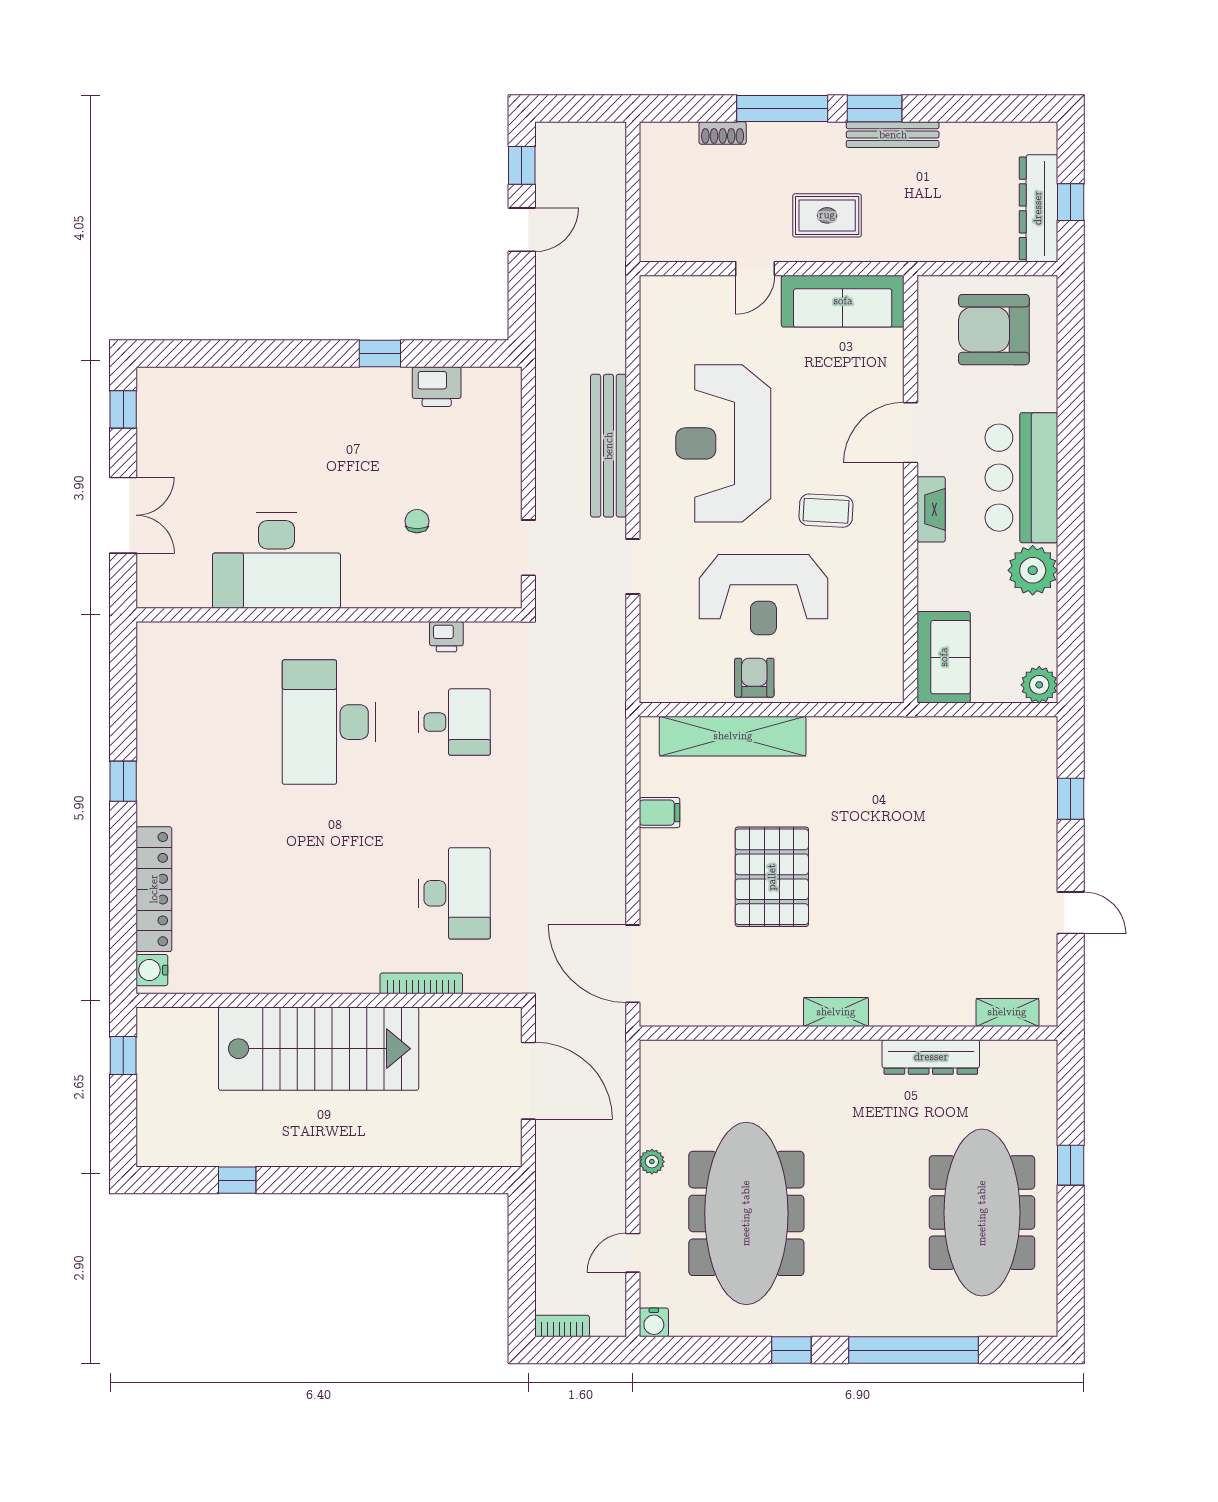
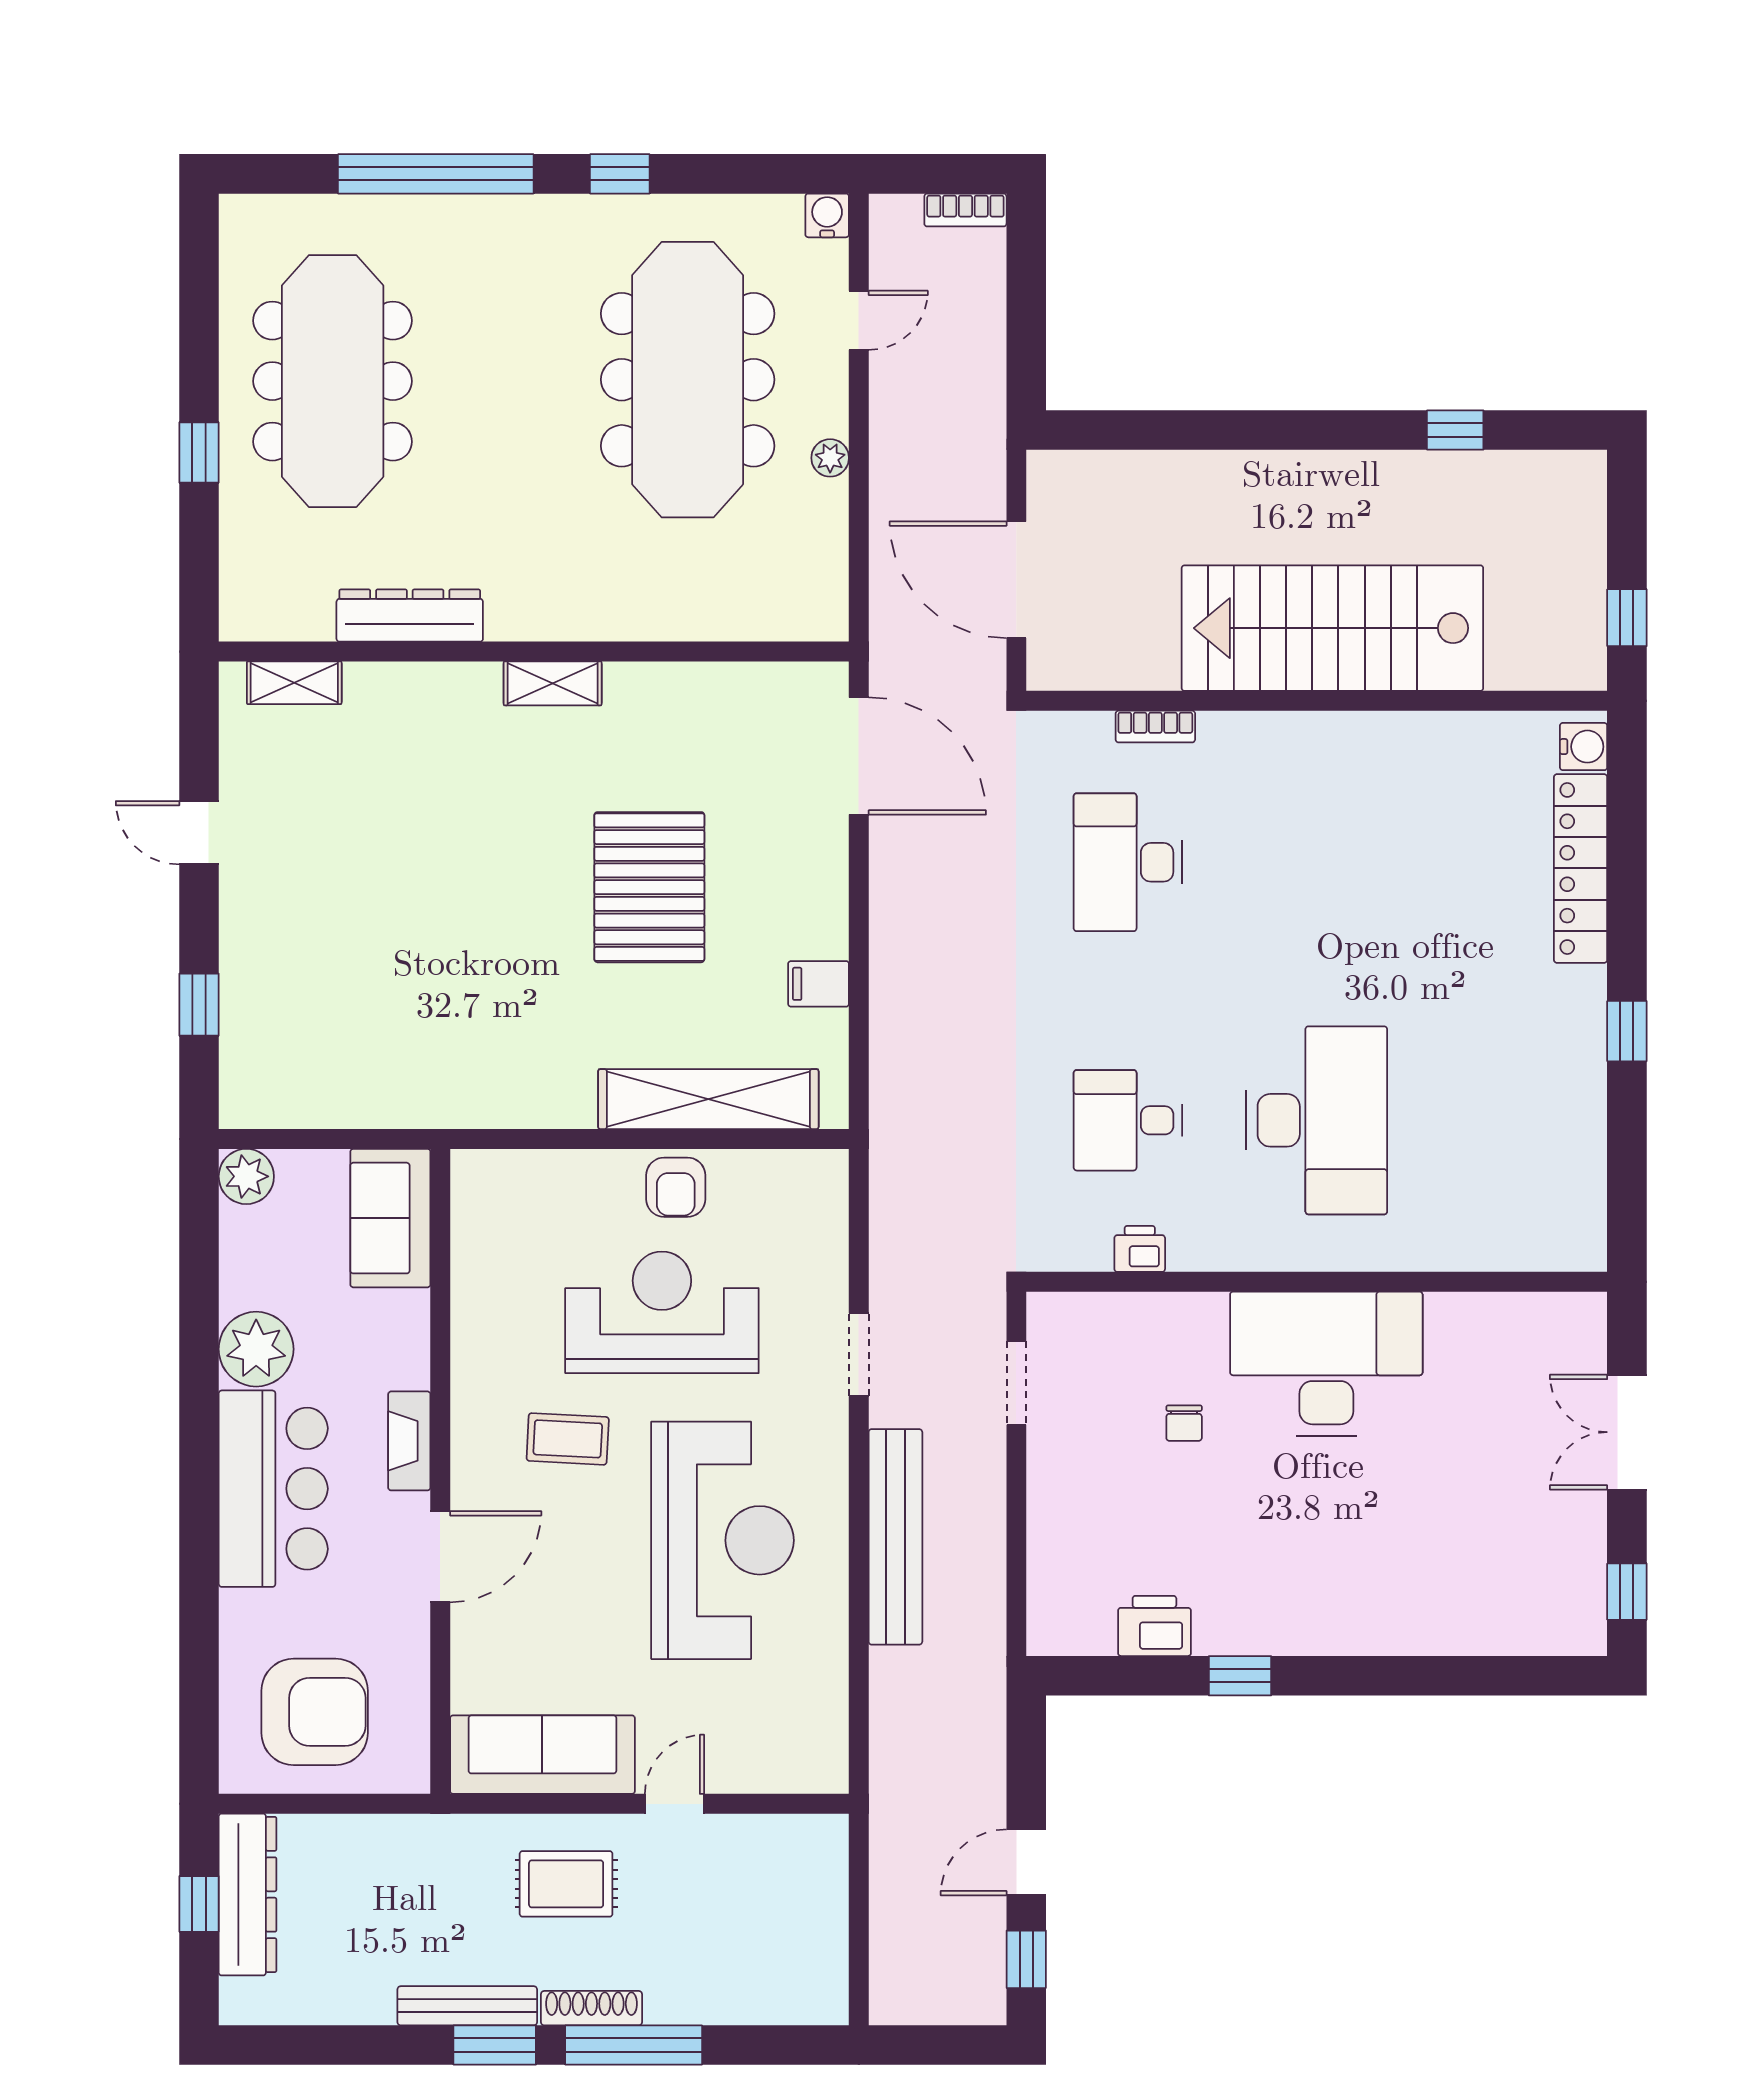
shoe rack: (723, 133) -> (591, 2008), moved, width x1.43
desk: (276, 561) -> (1326, 1364), moved
bookcase: (421, 983) -> (1155, 727), width x0.64

